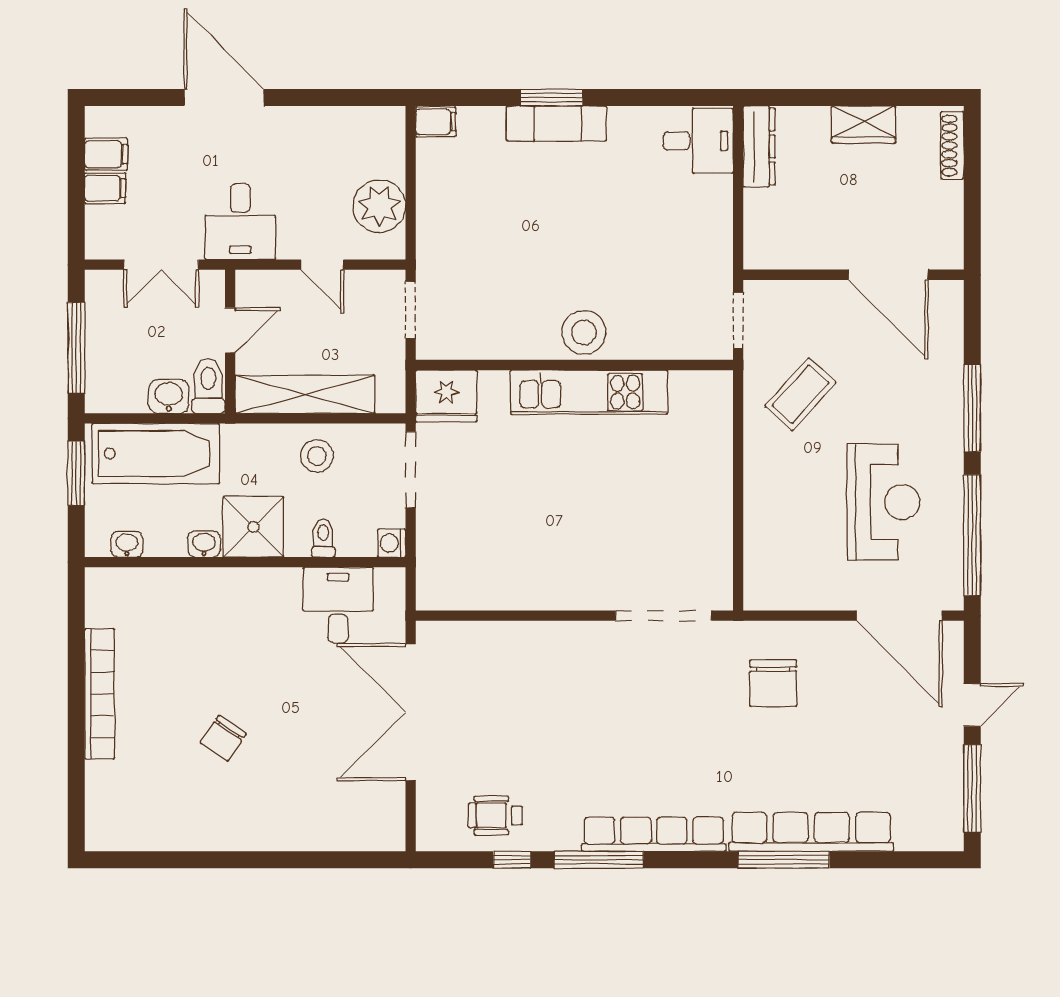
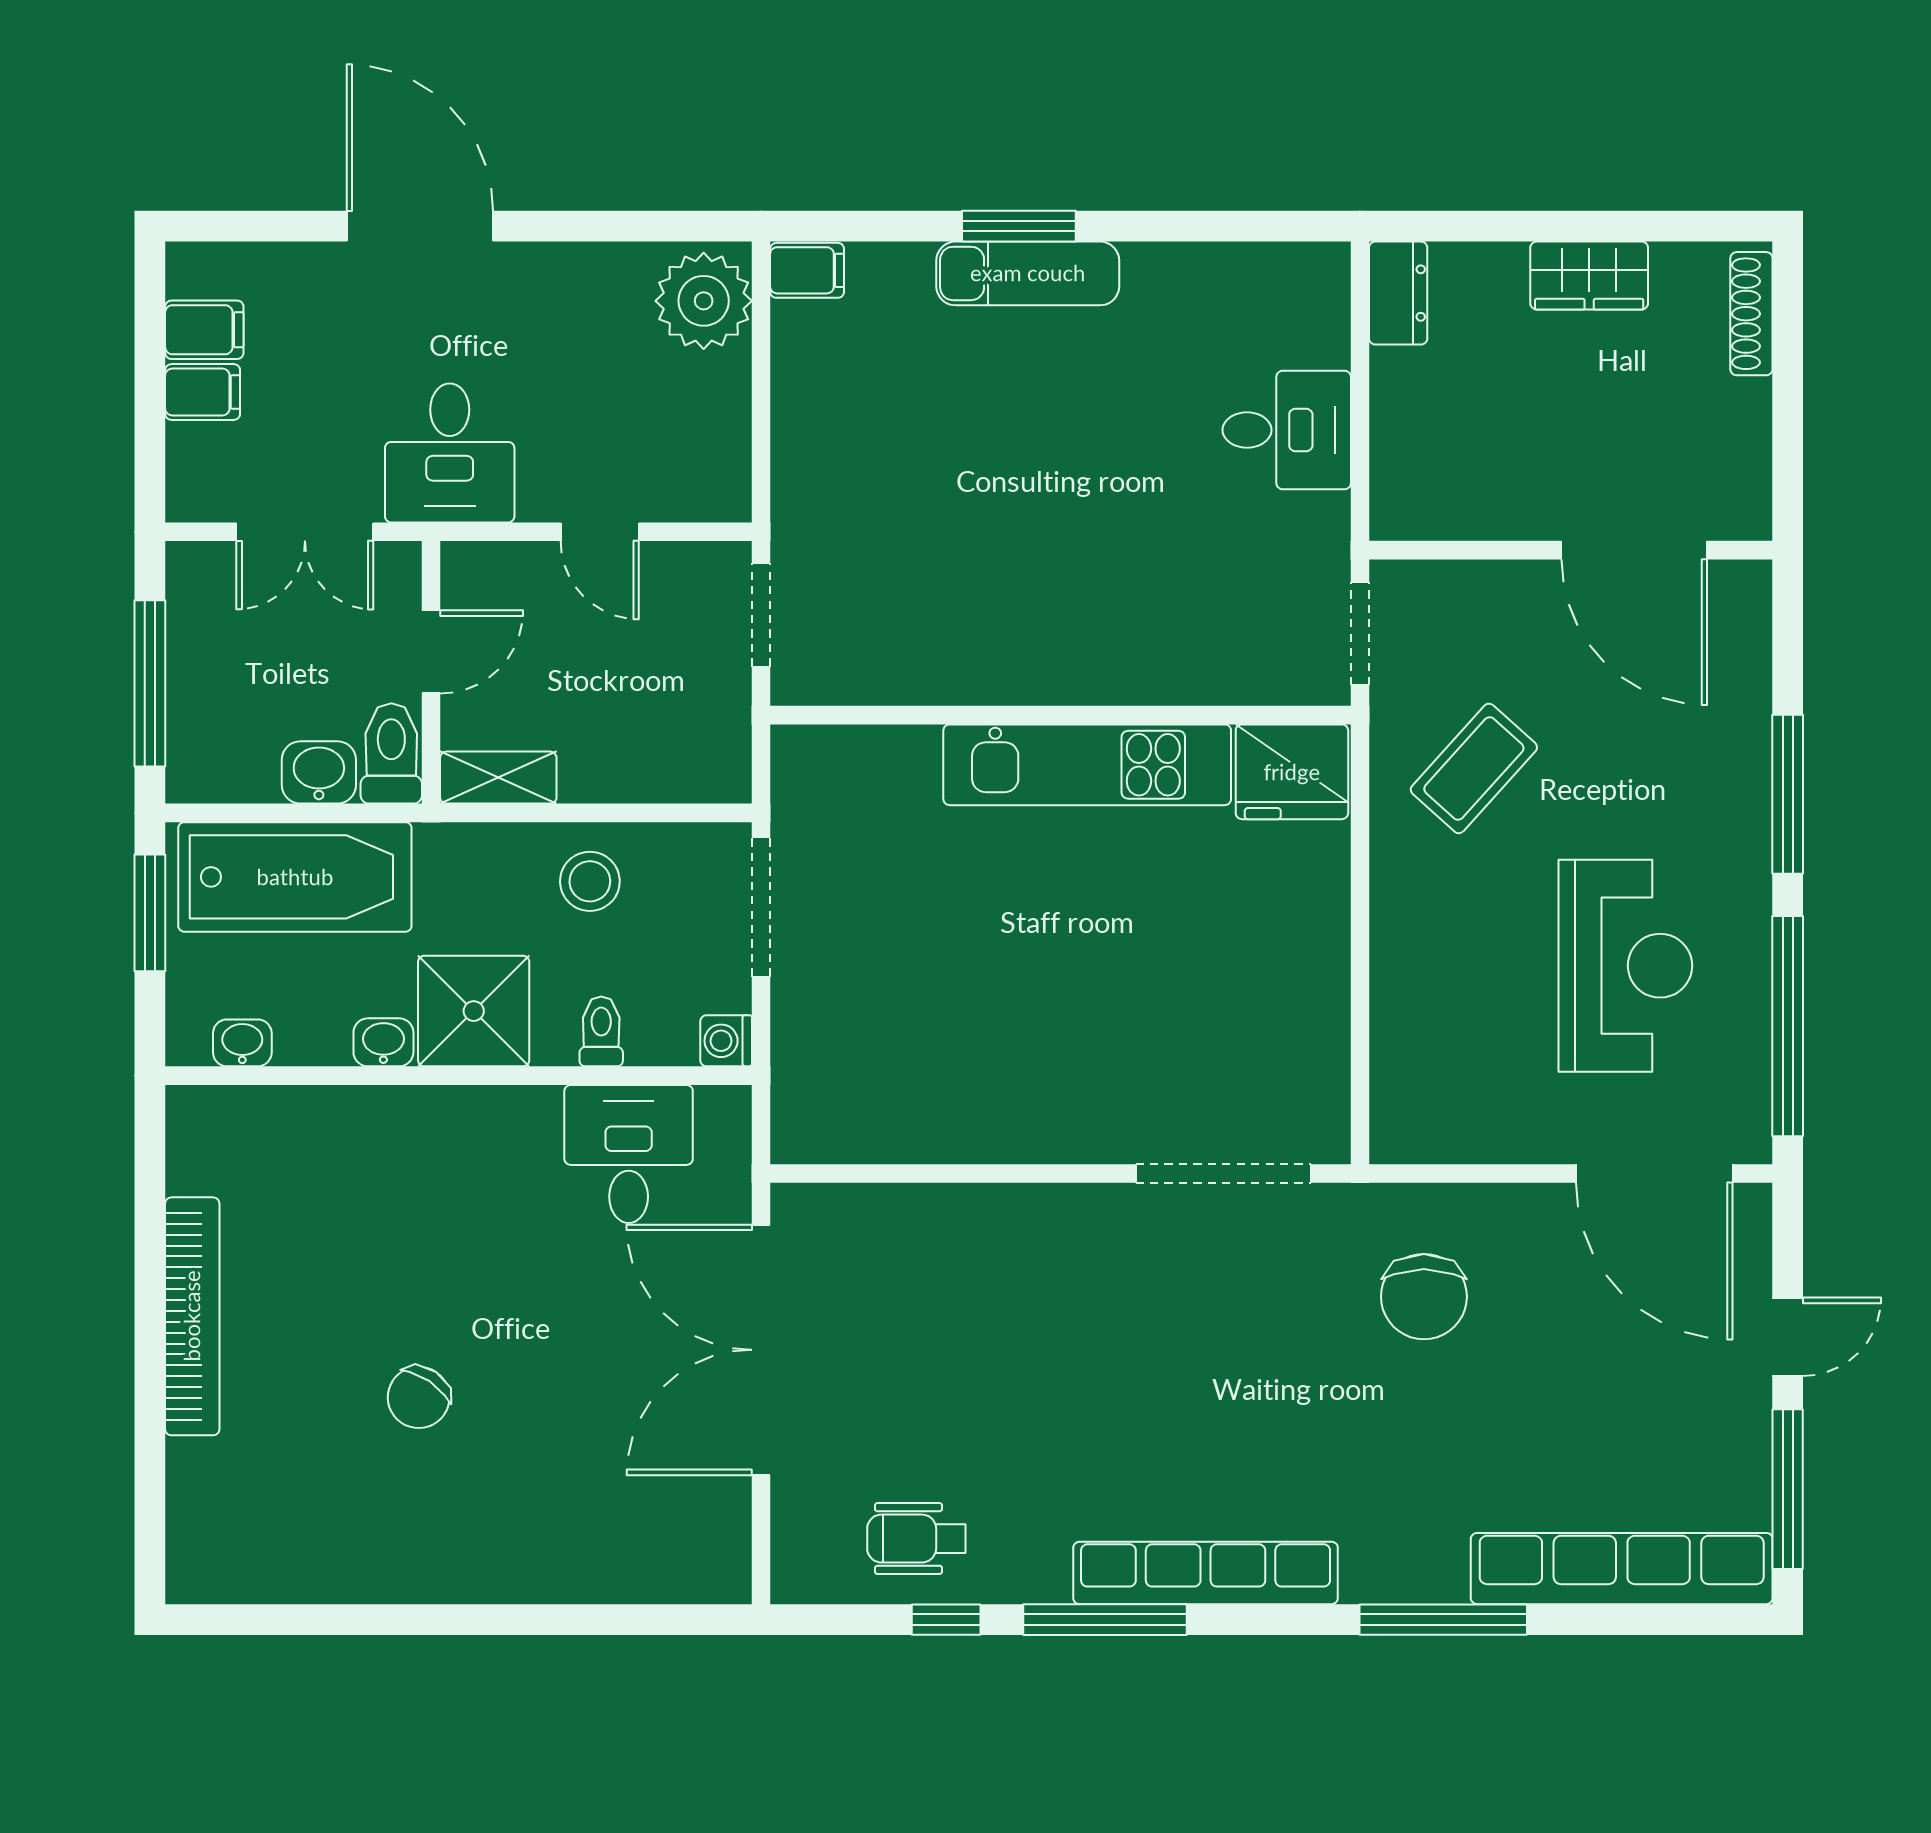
desk: (698, 141) -> (1287, 430), moved
dresser: (759, 146) -> (1398, 293), width x0.70
plant: (379, 206) -> (704, 301), moved
stool: (584, 332) -> (1078, 655), removed
shelving: (305, 394) -> (498, 778), width x0.45, depth x0.75
fridge: (446, 396) -> (1292, 772), moved
row of seats: (811, 832) -> (1622, 1569), moved

